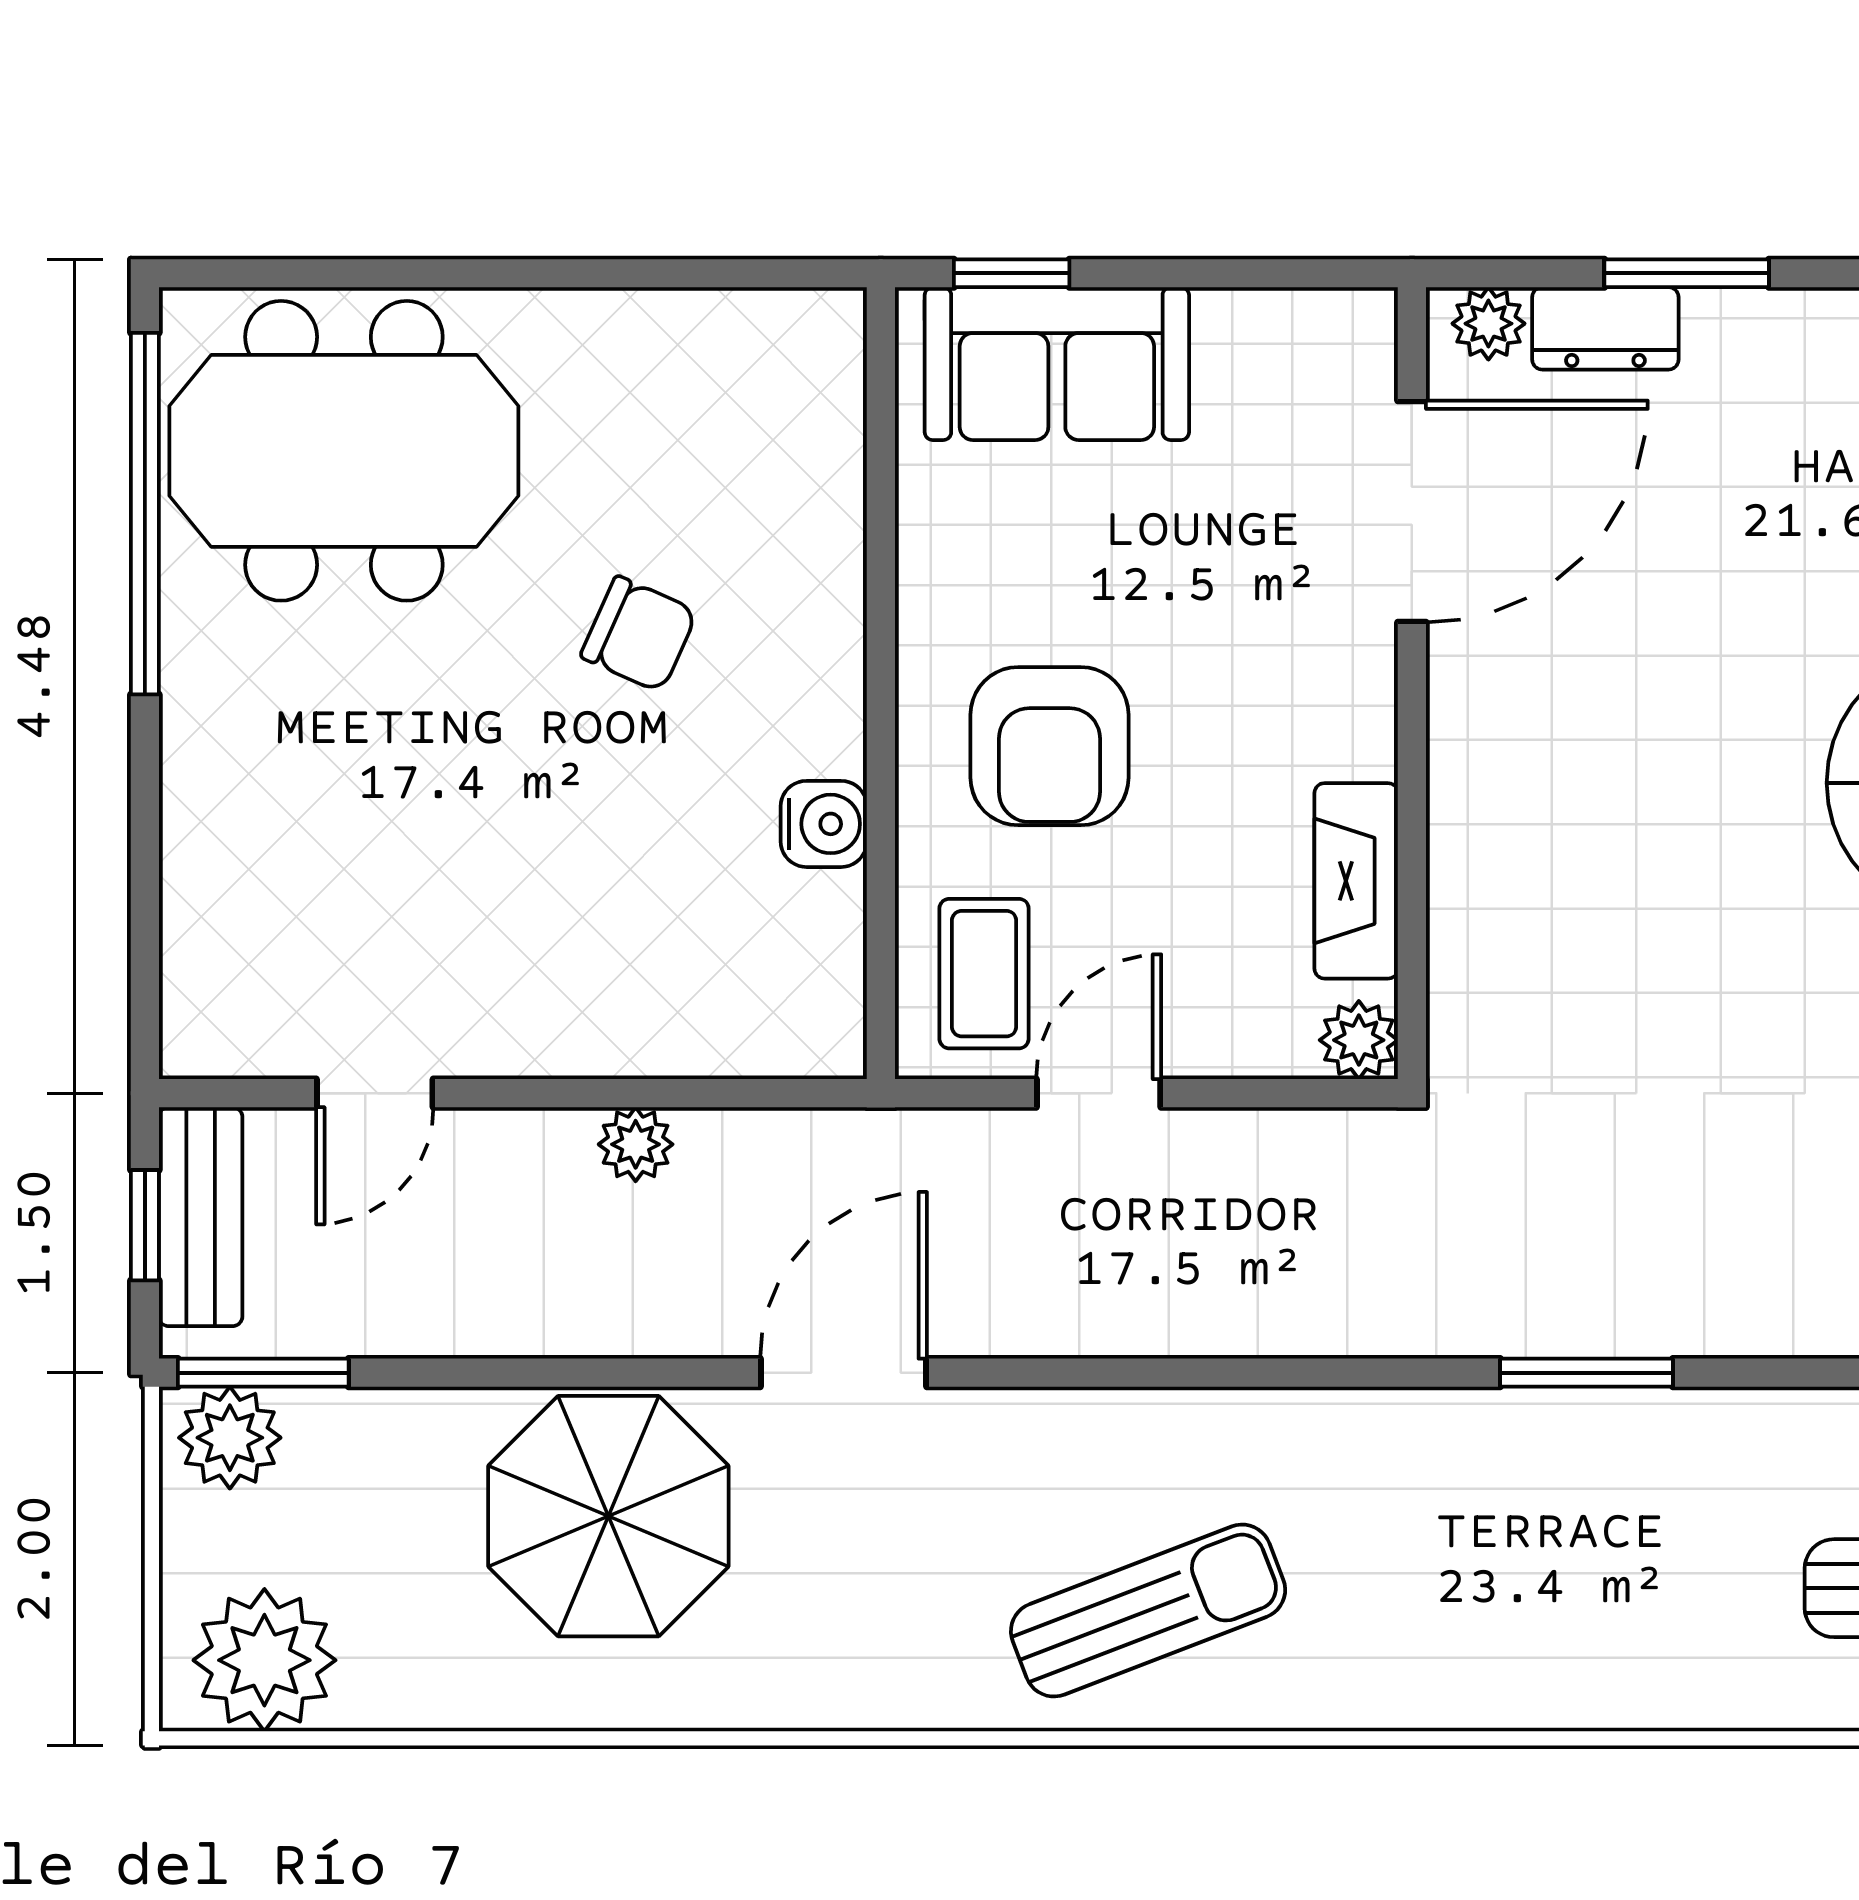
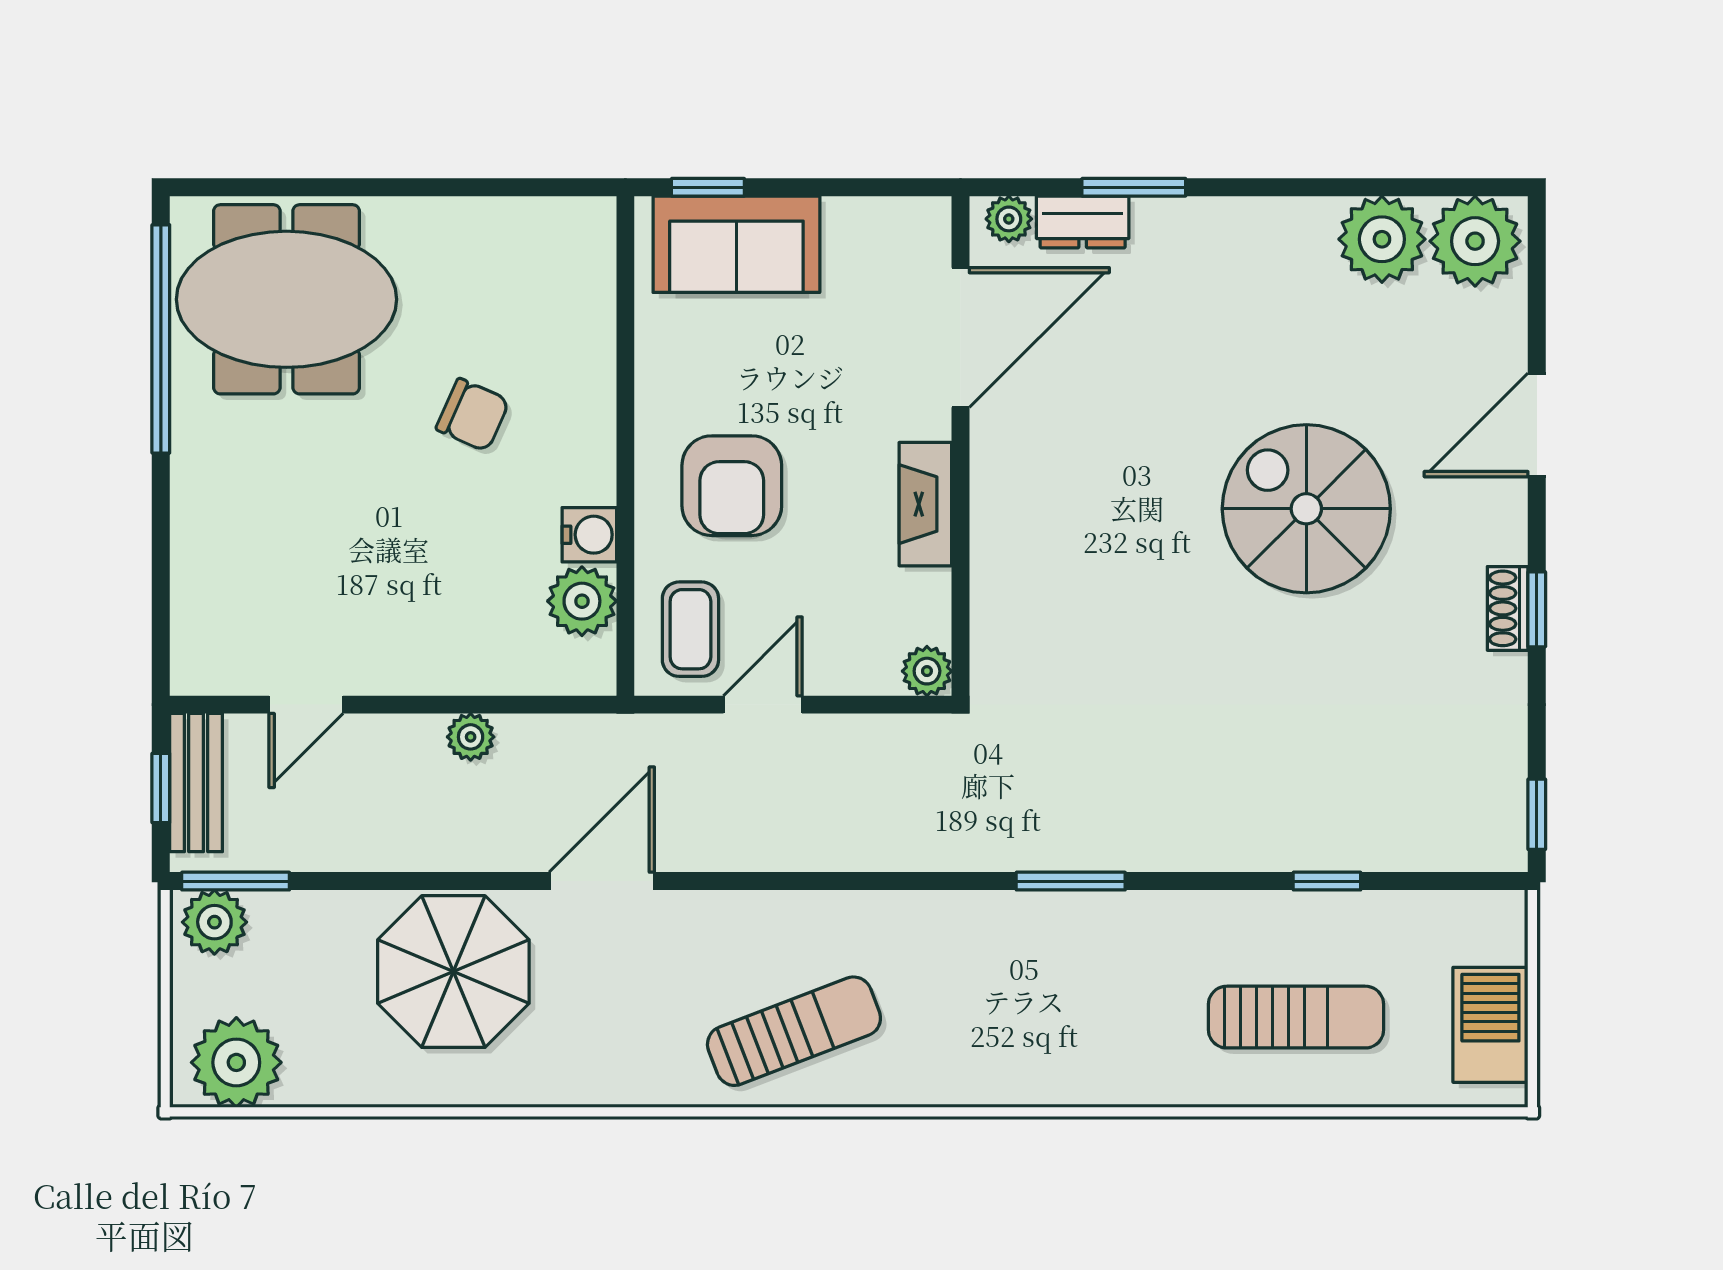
fireplace: (1356, 881) -> (925, 504), moved
plant: (812, 929) -> (582, 601), added

